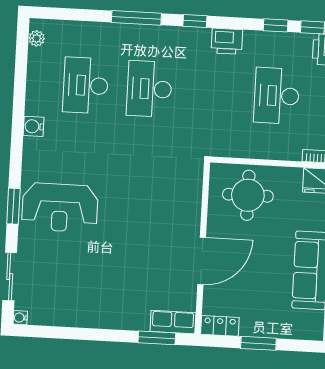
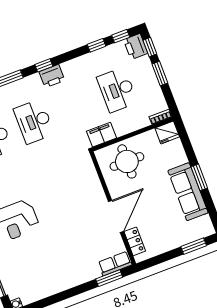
printer: (227, 41) -> (52, 76), moved
filing cabinet: (230, 145) -> (101, 135), added
locker: (220, 326) -> (135, 241), moved, turned 90
window: (258, 343) -> (194, 246), moved

